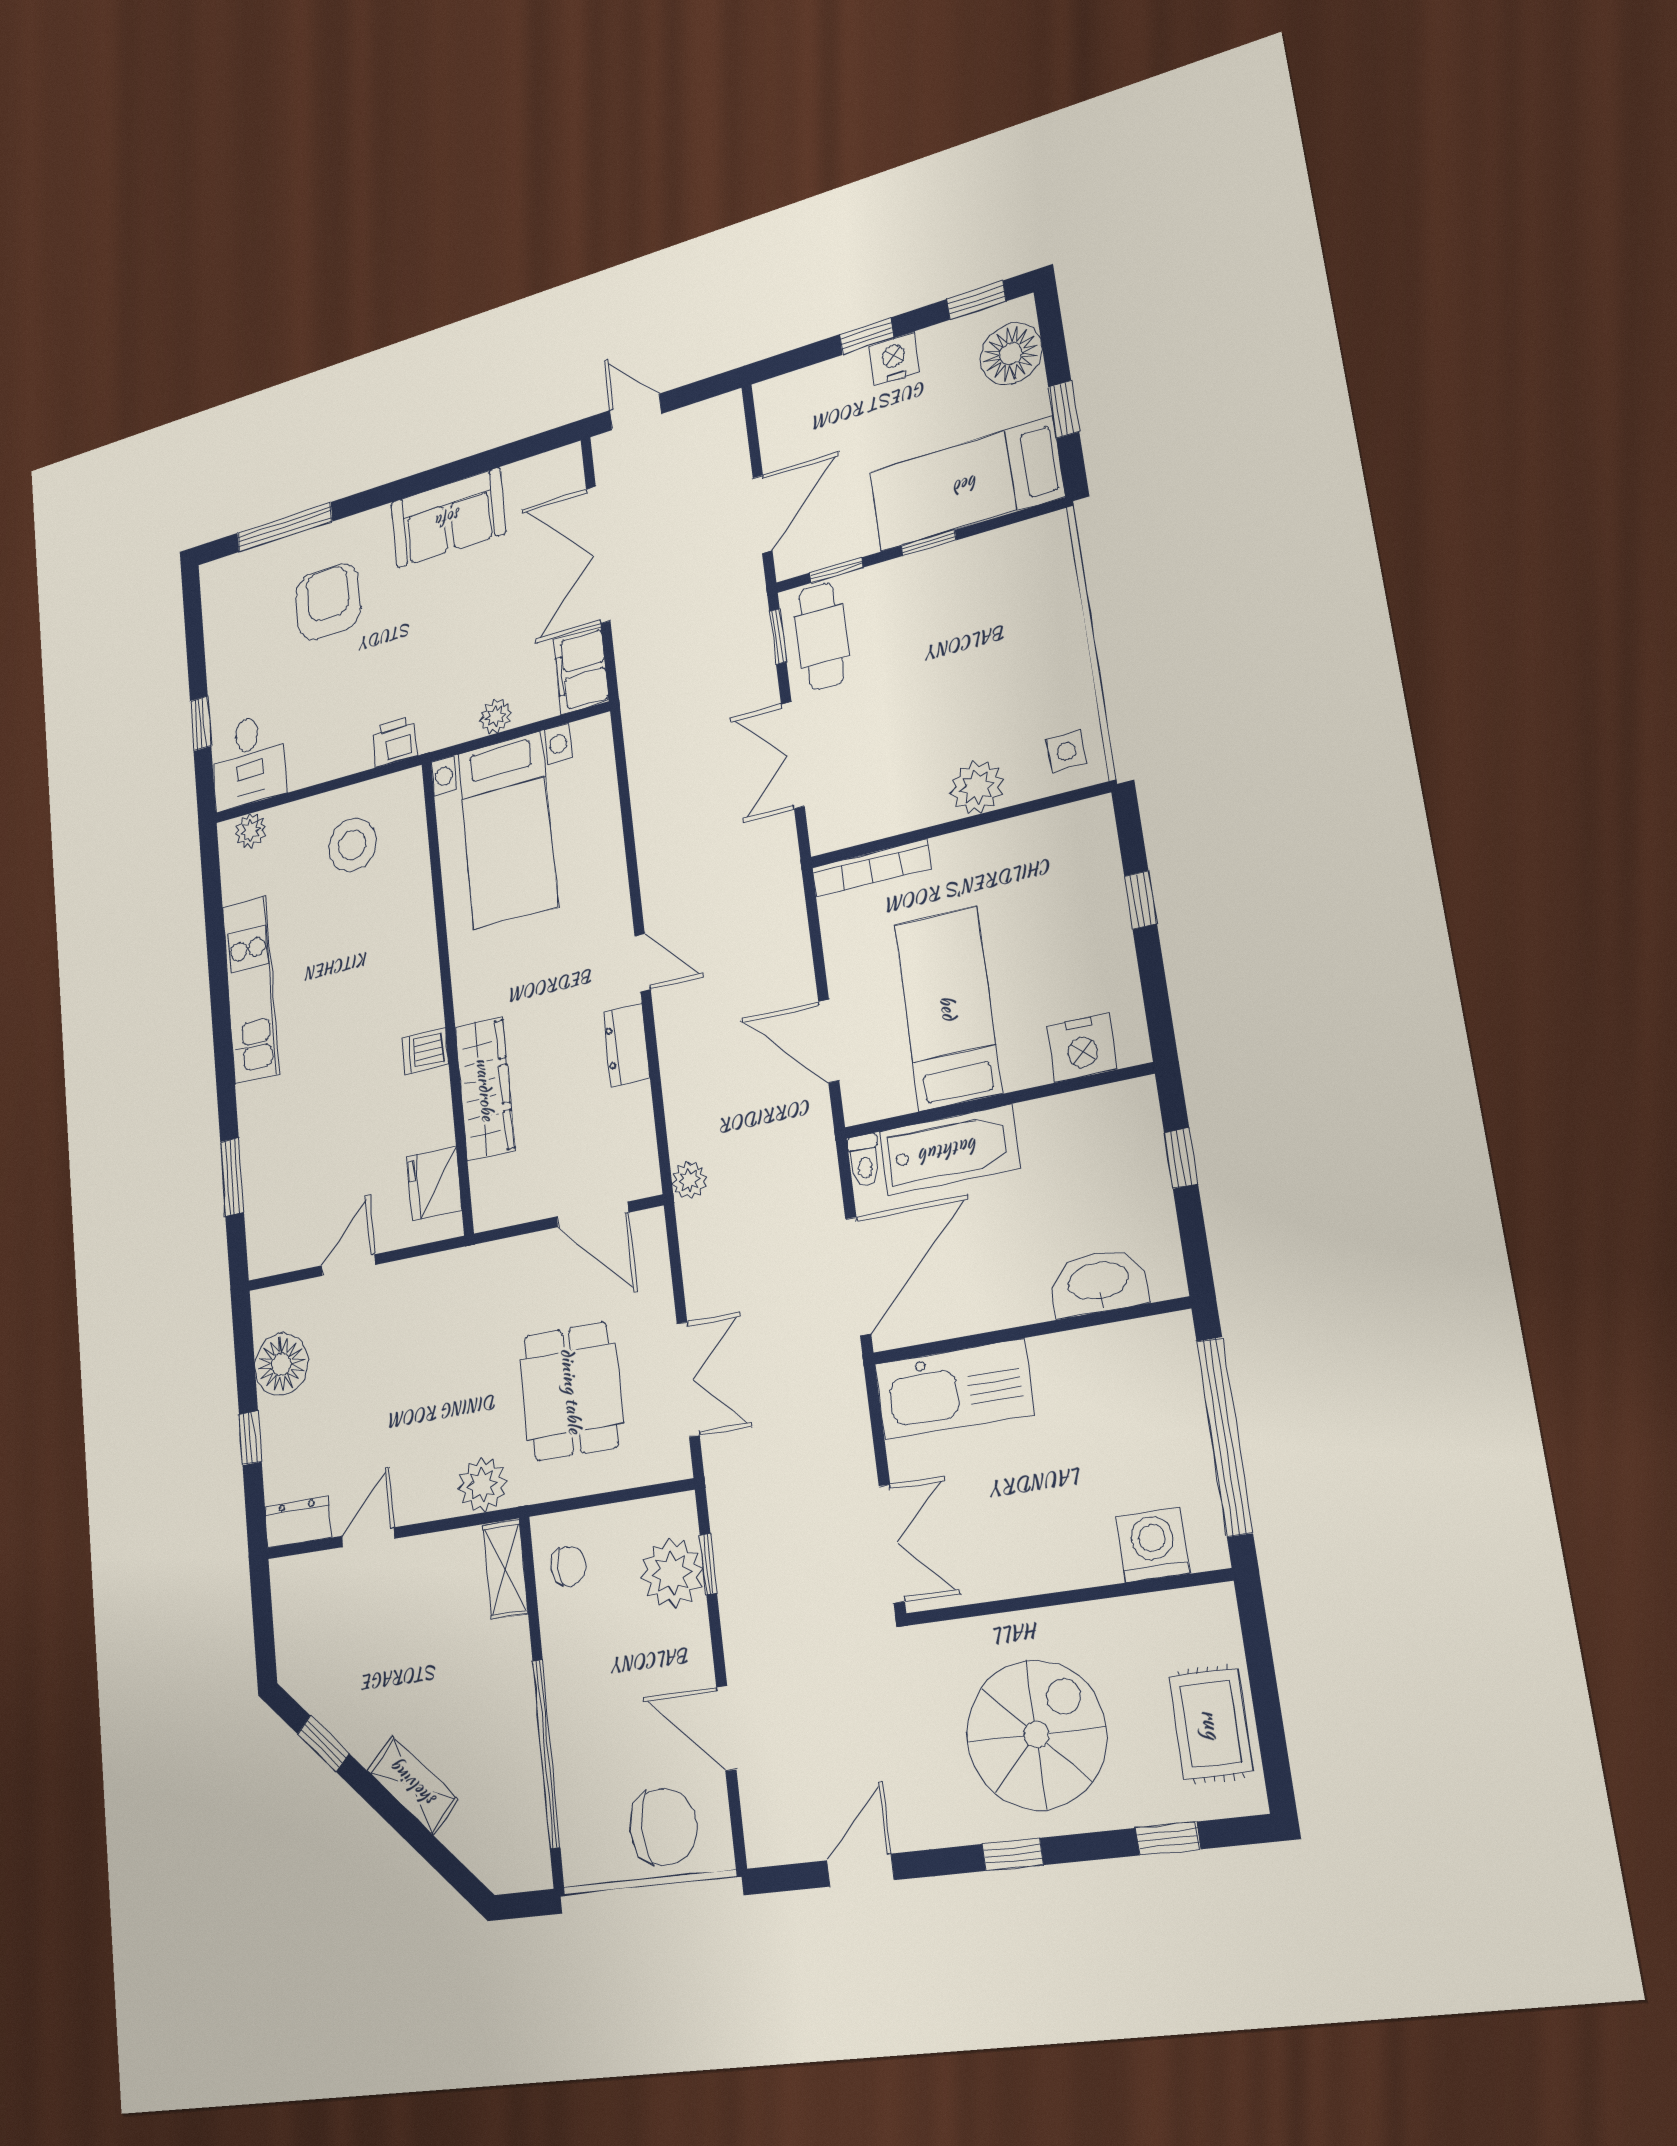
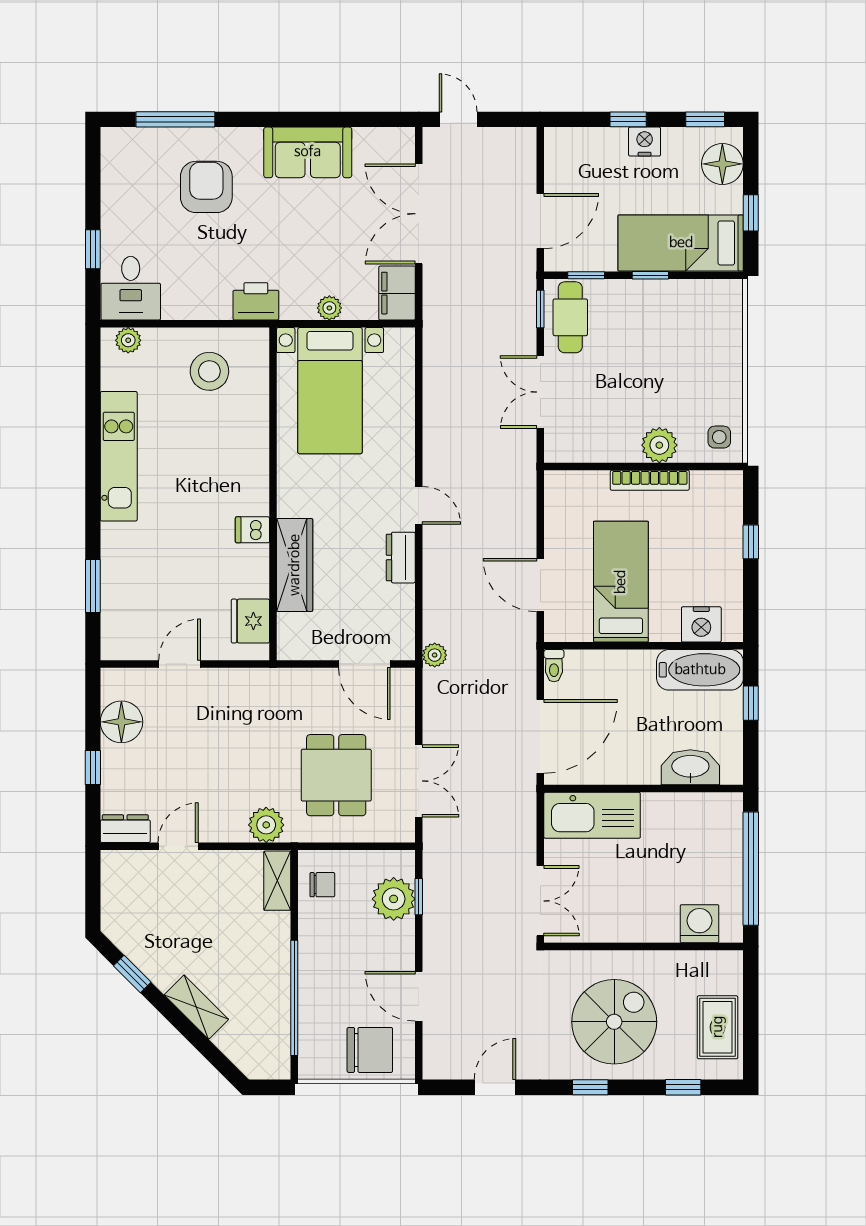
printer: (395, 741) -> (256, 301), width x1.36, depth x1.24
bookcase: (871, 868) -> (650, 480), moved
bathtub: (949, 1150) -> (700, 670), moved

